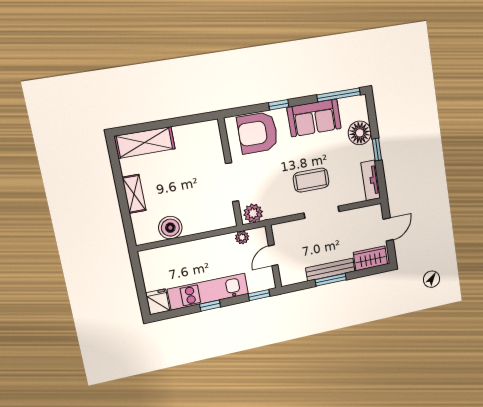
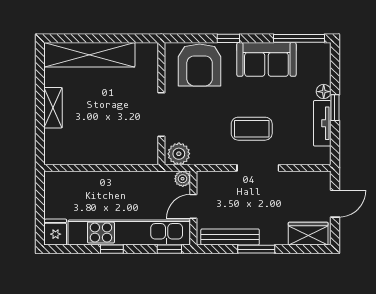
armchair: (258, 133) -> (200, 65), turned -90
floor lamp: (360, 133) -> (324, 92), width x0.53, depth x0.53
shelving: (145, 142) -> (89, 55), width x1.47
tv unit: (371, 180) -> (322, 123), moved
boiler: (170, 228) -> (85, 152), removed
plant: (242, 237) -> (183, 179), moved
bench: (330, 270) -> (230, 237), moved
kitchen unit: (208, 292) -> (129, 233), width x1.36

